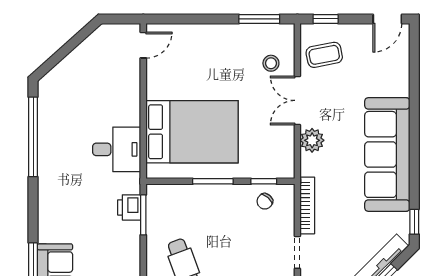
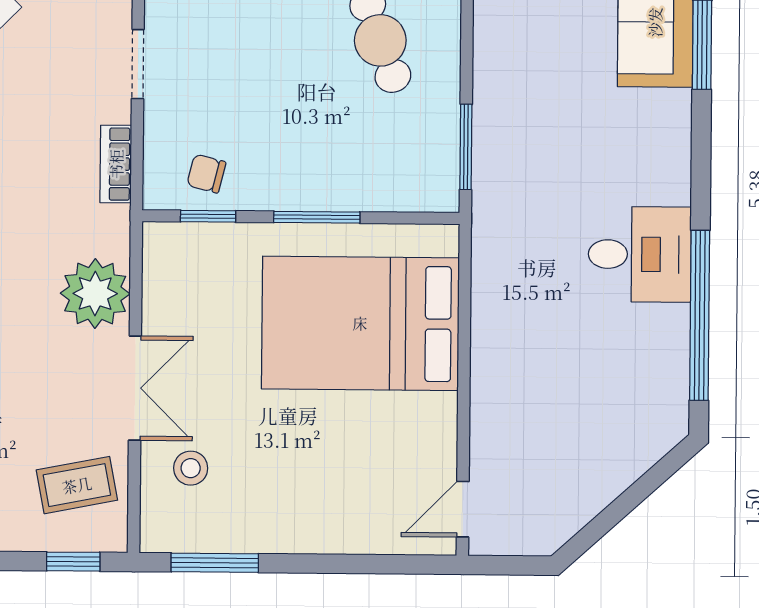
plant: (312, 140) -> (95, 294), width x1.36, depth x1.36
desk: (117, 149) -> (640, 254), moved, turned 180
chair: (265, 201) -> (206, 174), turned -117
bookcase: (307, 205) -> (116, 164), width x0.64
printer: (129, 207) -> (496, 163), removed

